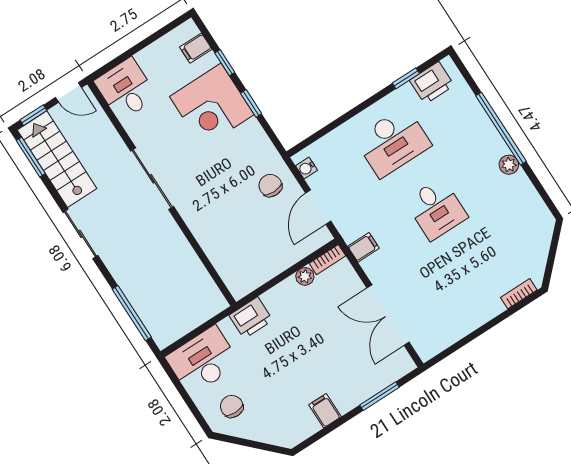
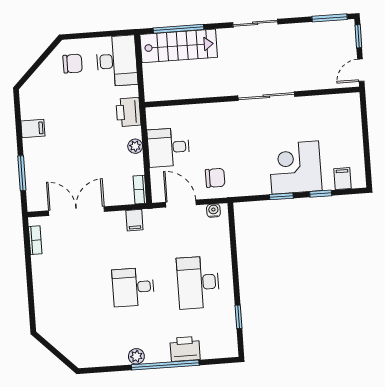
printer: (432, 83) -> (185, 349), moved, turned 90
desk: (126, 89) -> (168, 147), moved, turned 180
stairs: (57, 159) -> (179, 46), moved
plant: (305, 276) -> (135, 146), moved
bookcase: (519, 294) -> (35, 240), moved

